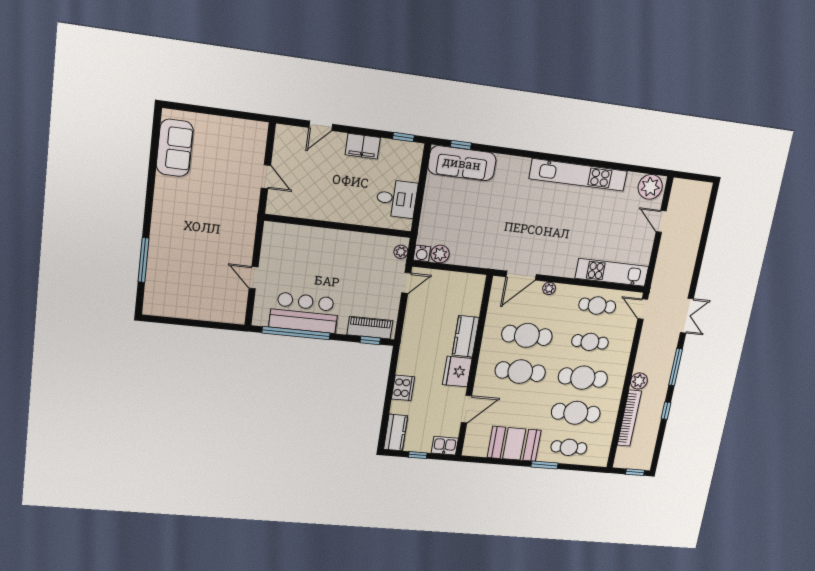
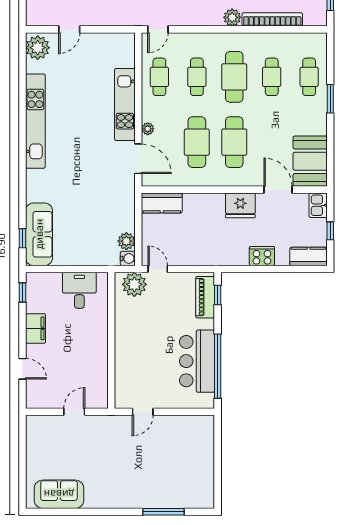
plant: (401, 252) -> (134, 284), width x1.88, depth x1.88
kitchen unit: (612, 272) -> (125, 104), moved
door: (254, 278) -> (143, 412), moved
kitchen counter: (466, 336) -> (162, 203), moved
cafe table: (576, 413) -> (272, 77), width x0.73, depth x0.74
booth: (514, 444) -> (310, 161), moved

